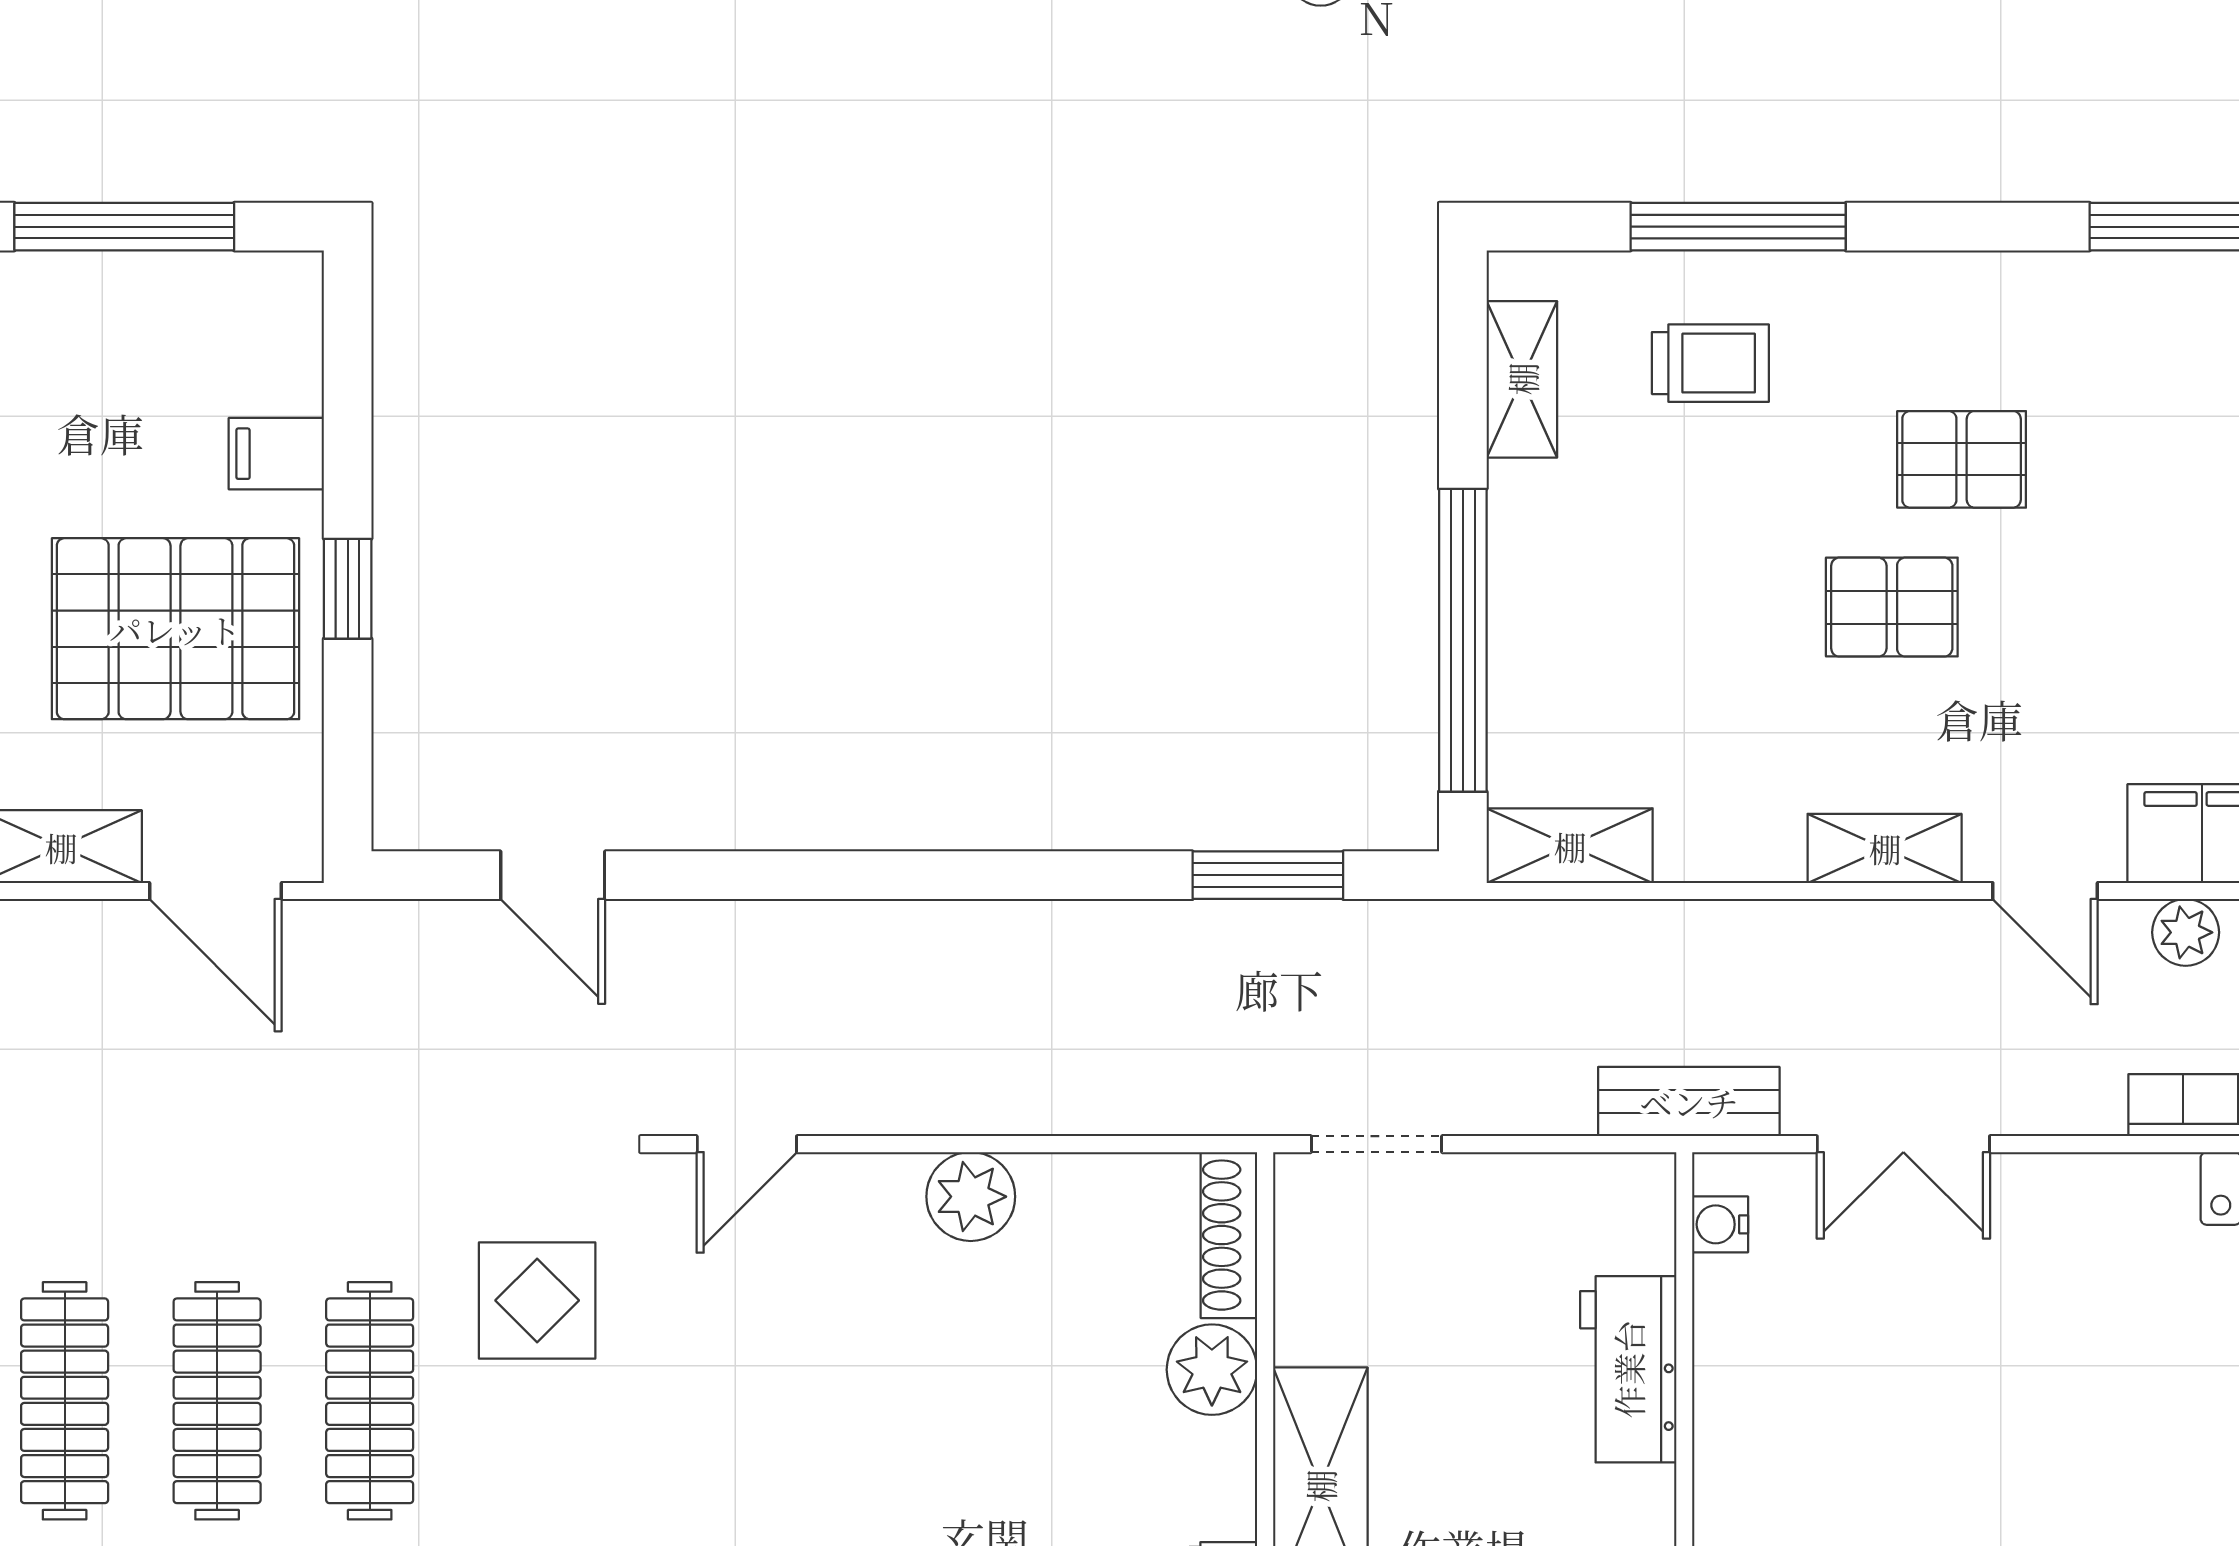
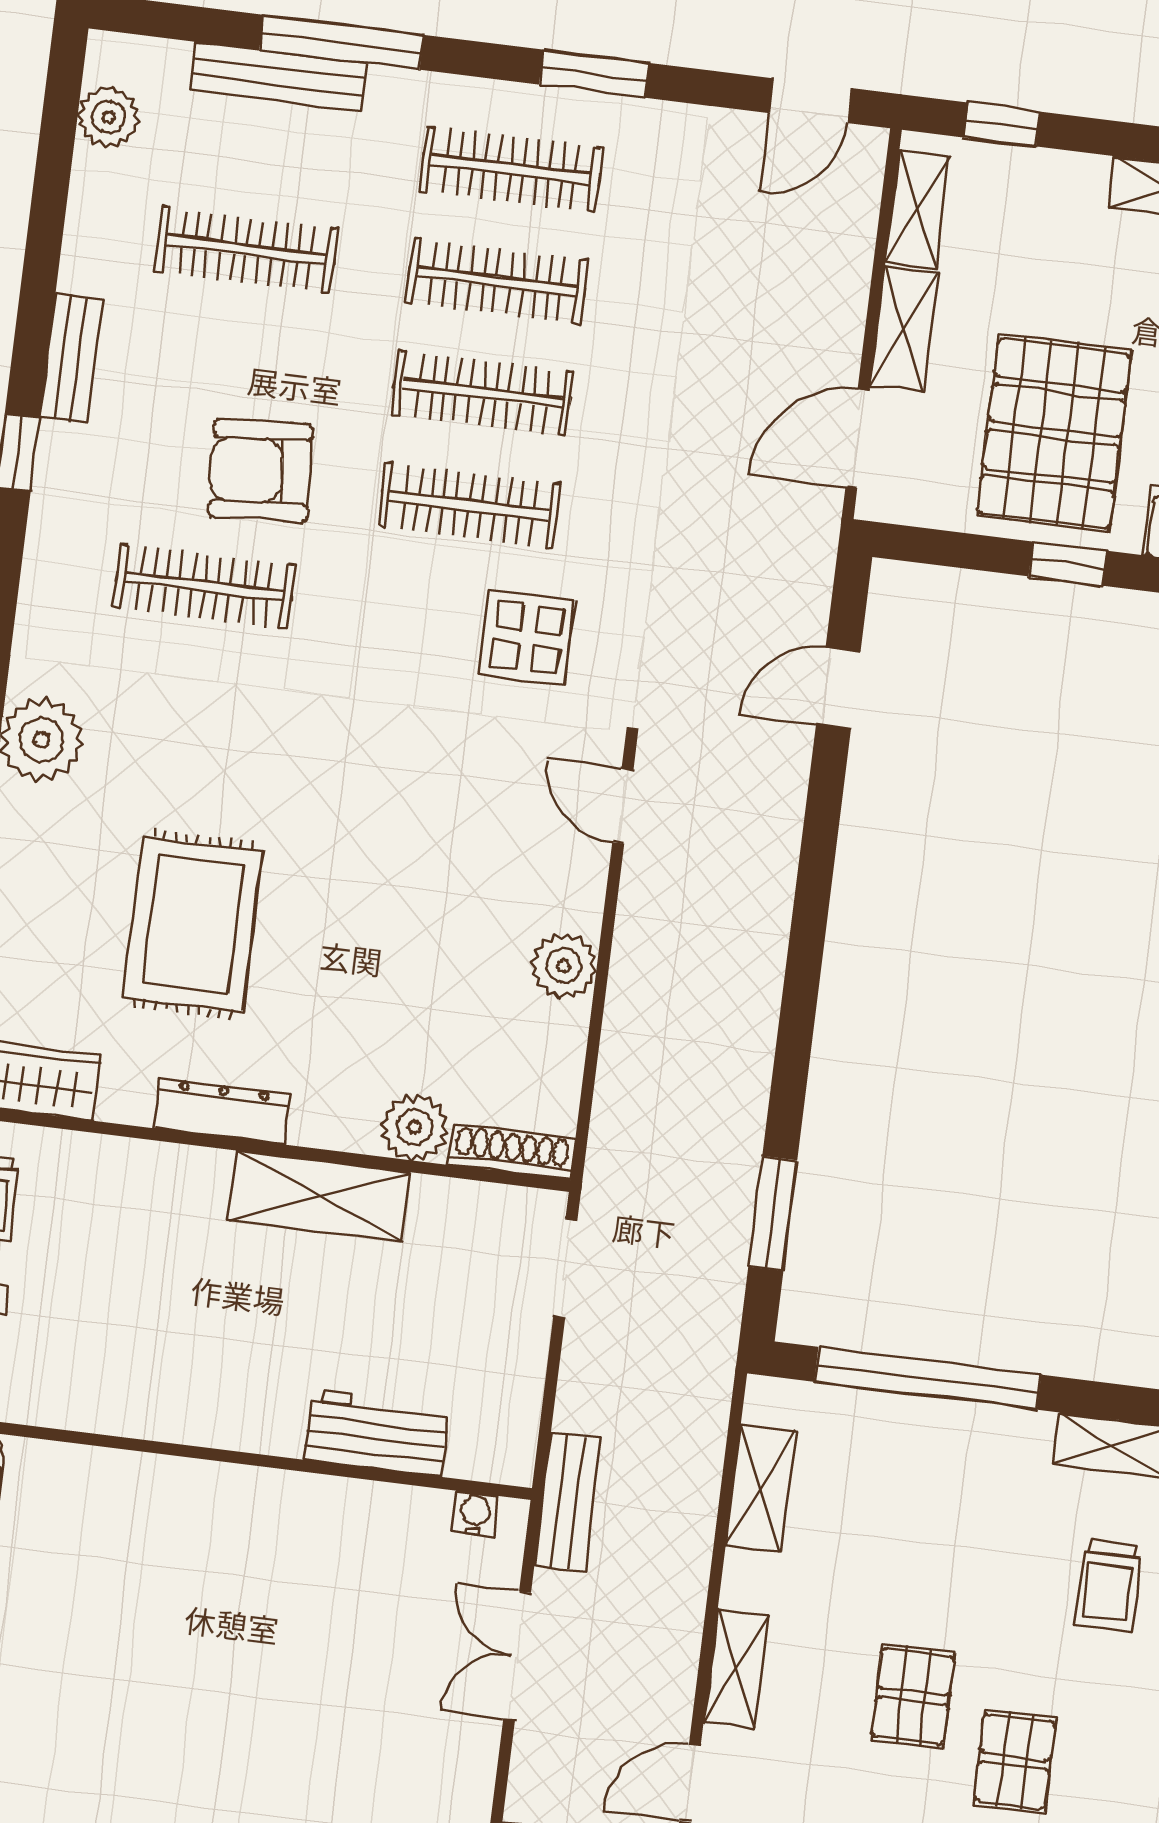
shelving: (1570, 846) -> (761, 1489), moved

